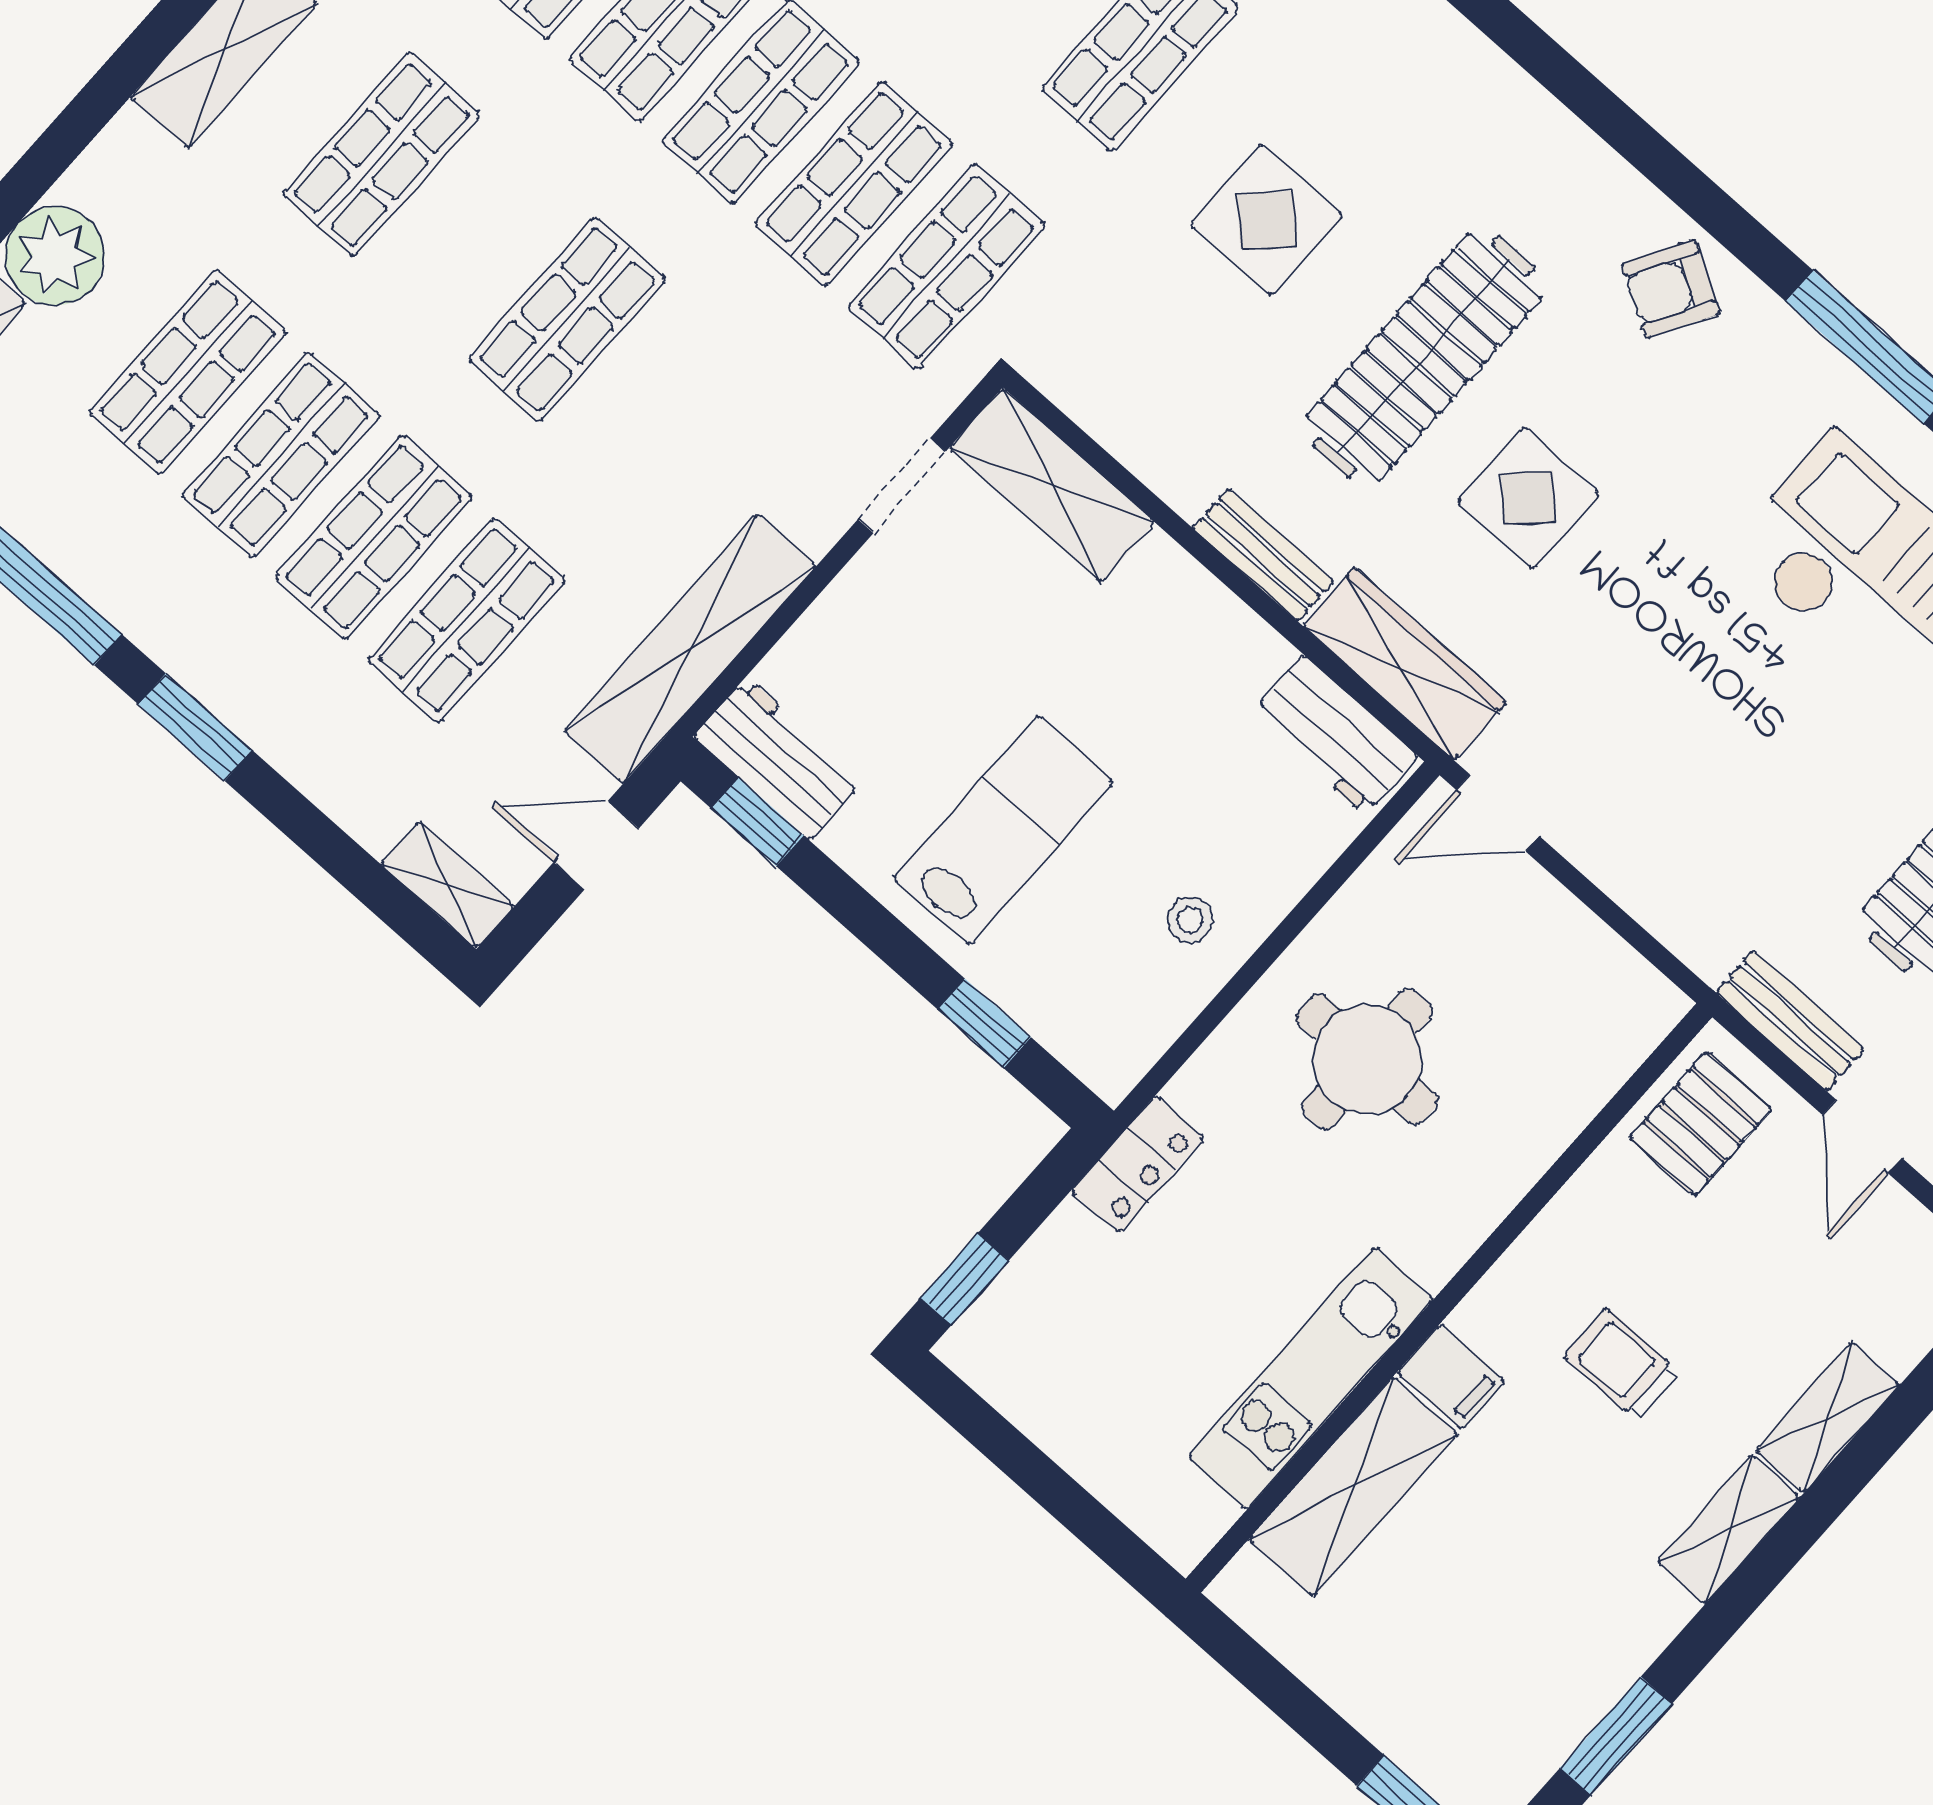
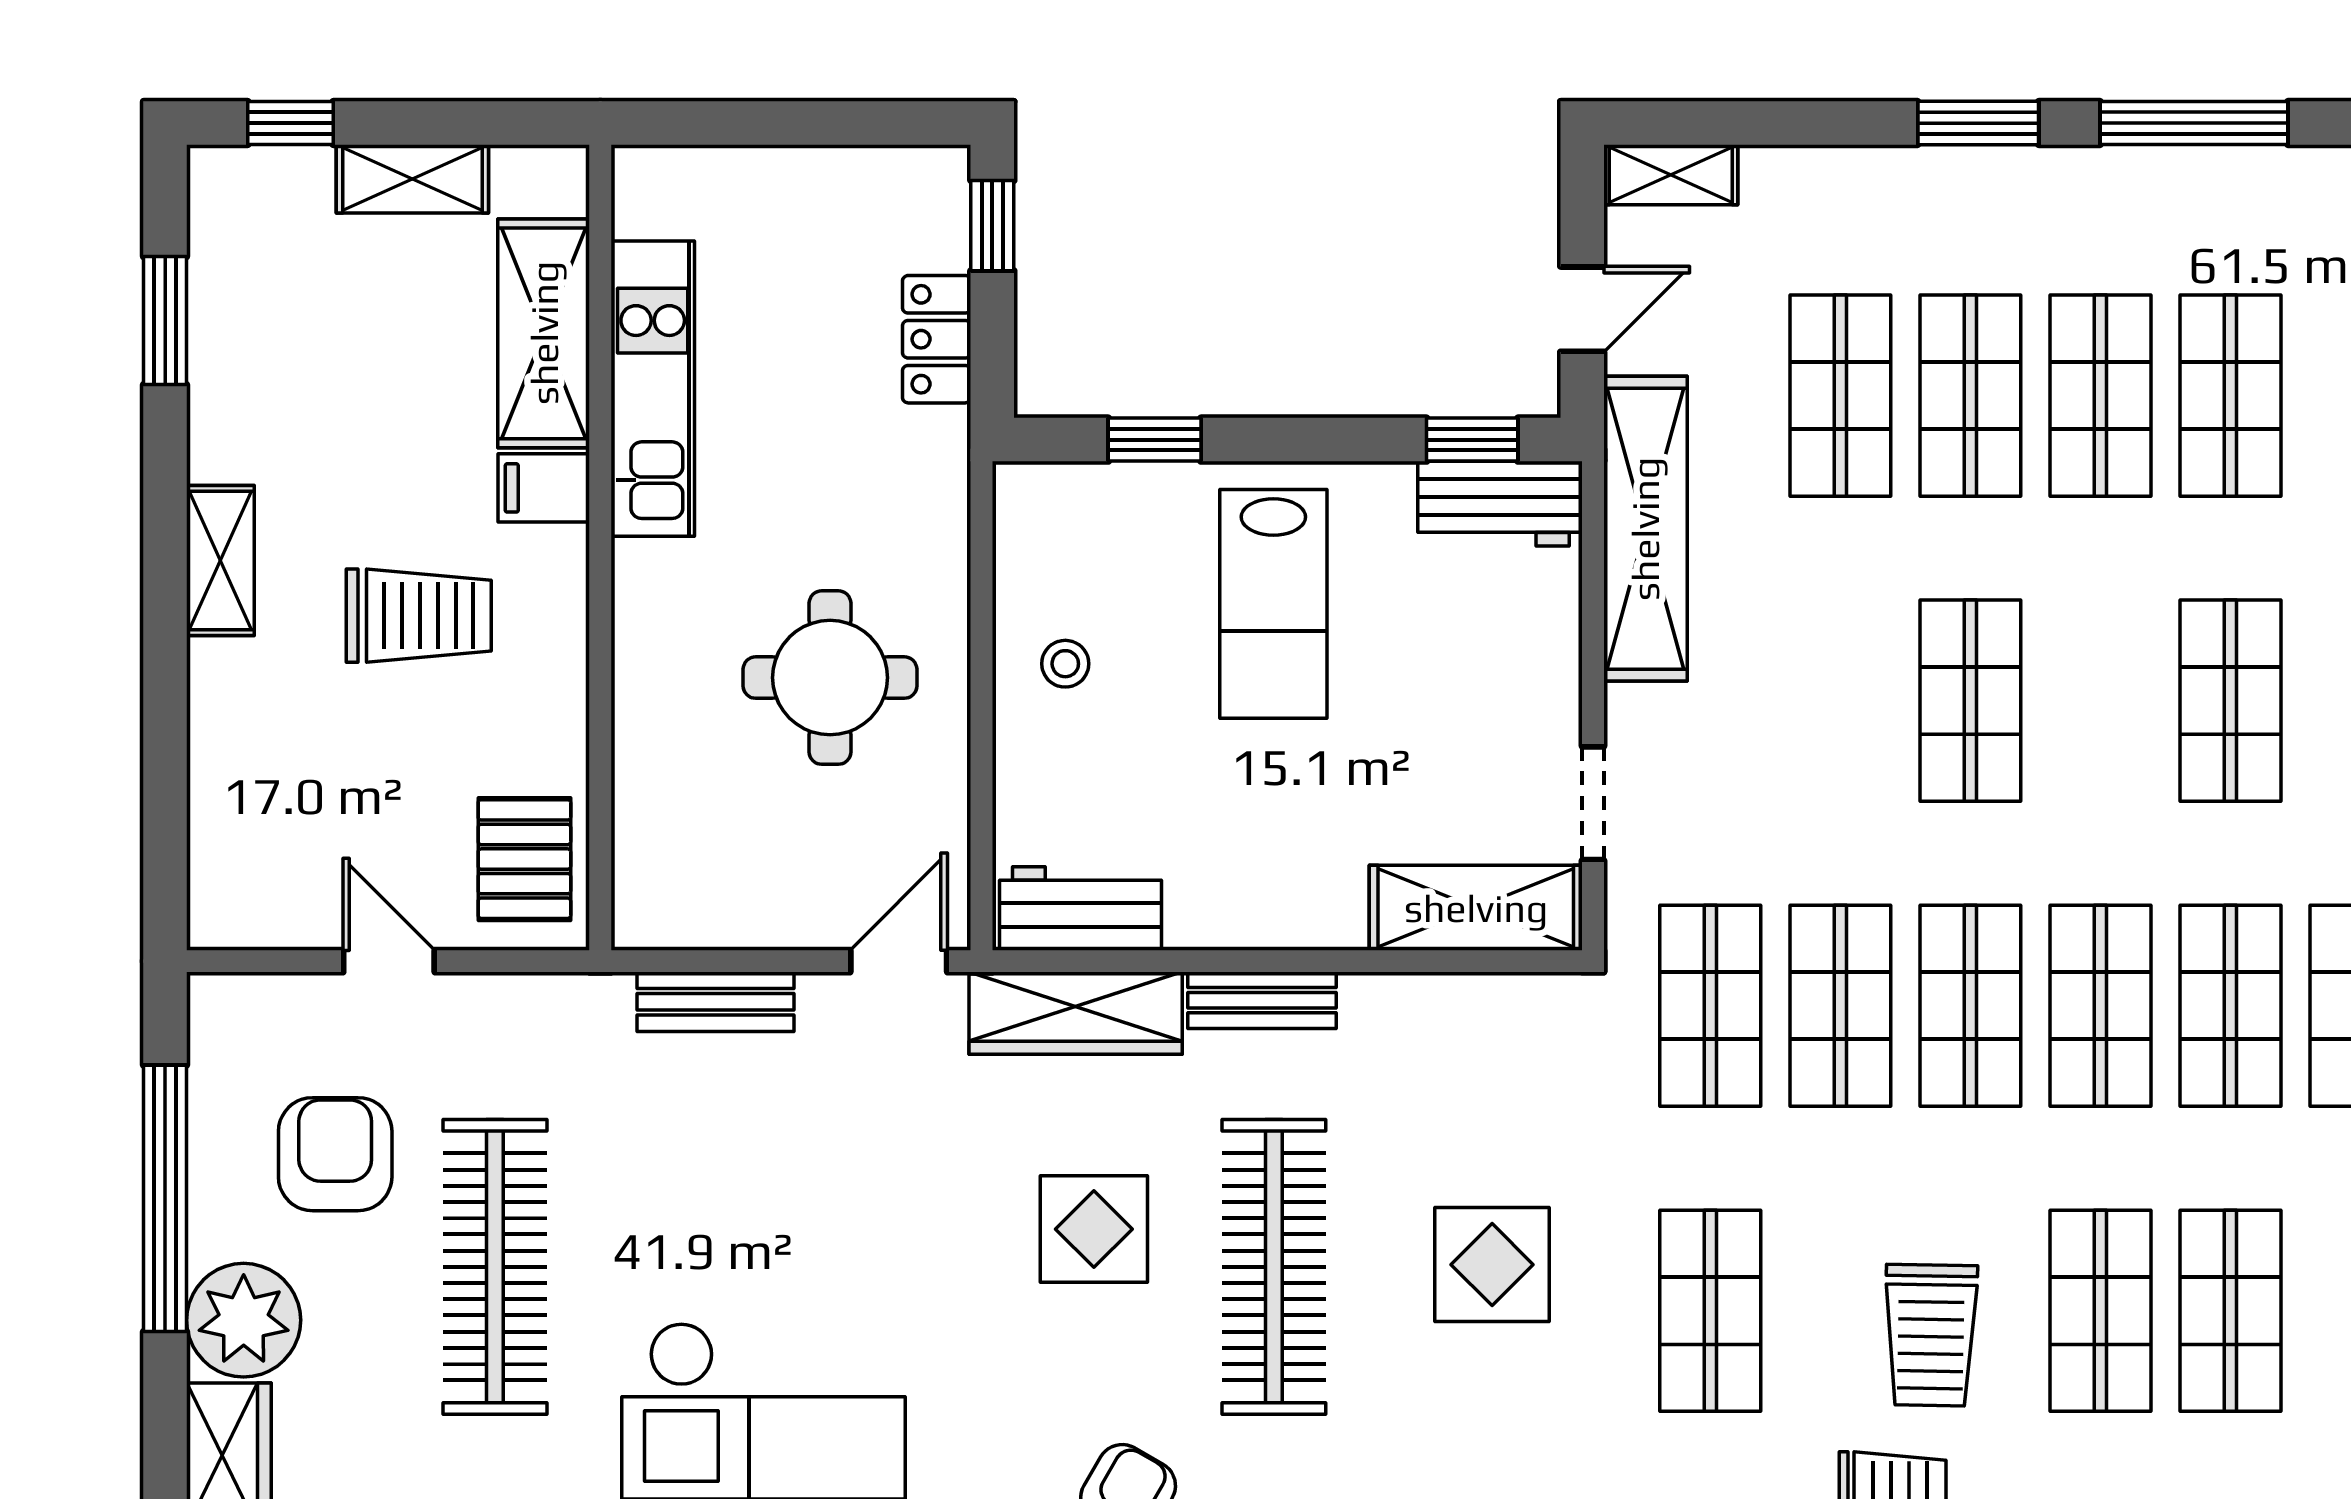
bench: (1790, 1021) -> (716, 1002), moved
locker: (1137, 1164) -> (937, 339), moved
trolley: (1622, 1364) -> (419, 616), width x1.36, depth x1.39
shelving: (1828, 1417) -> (412, 179), moved, turned 90

